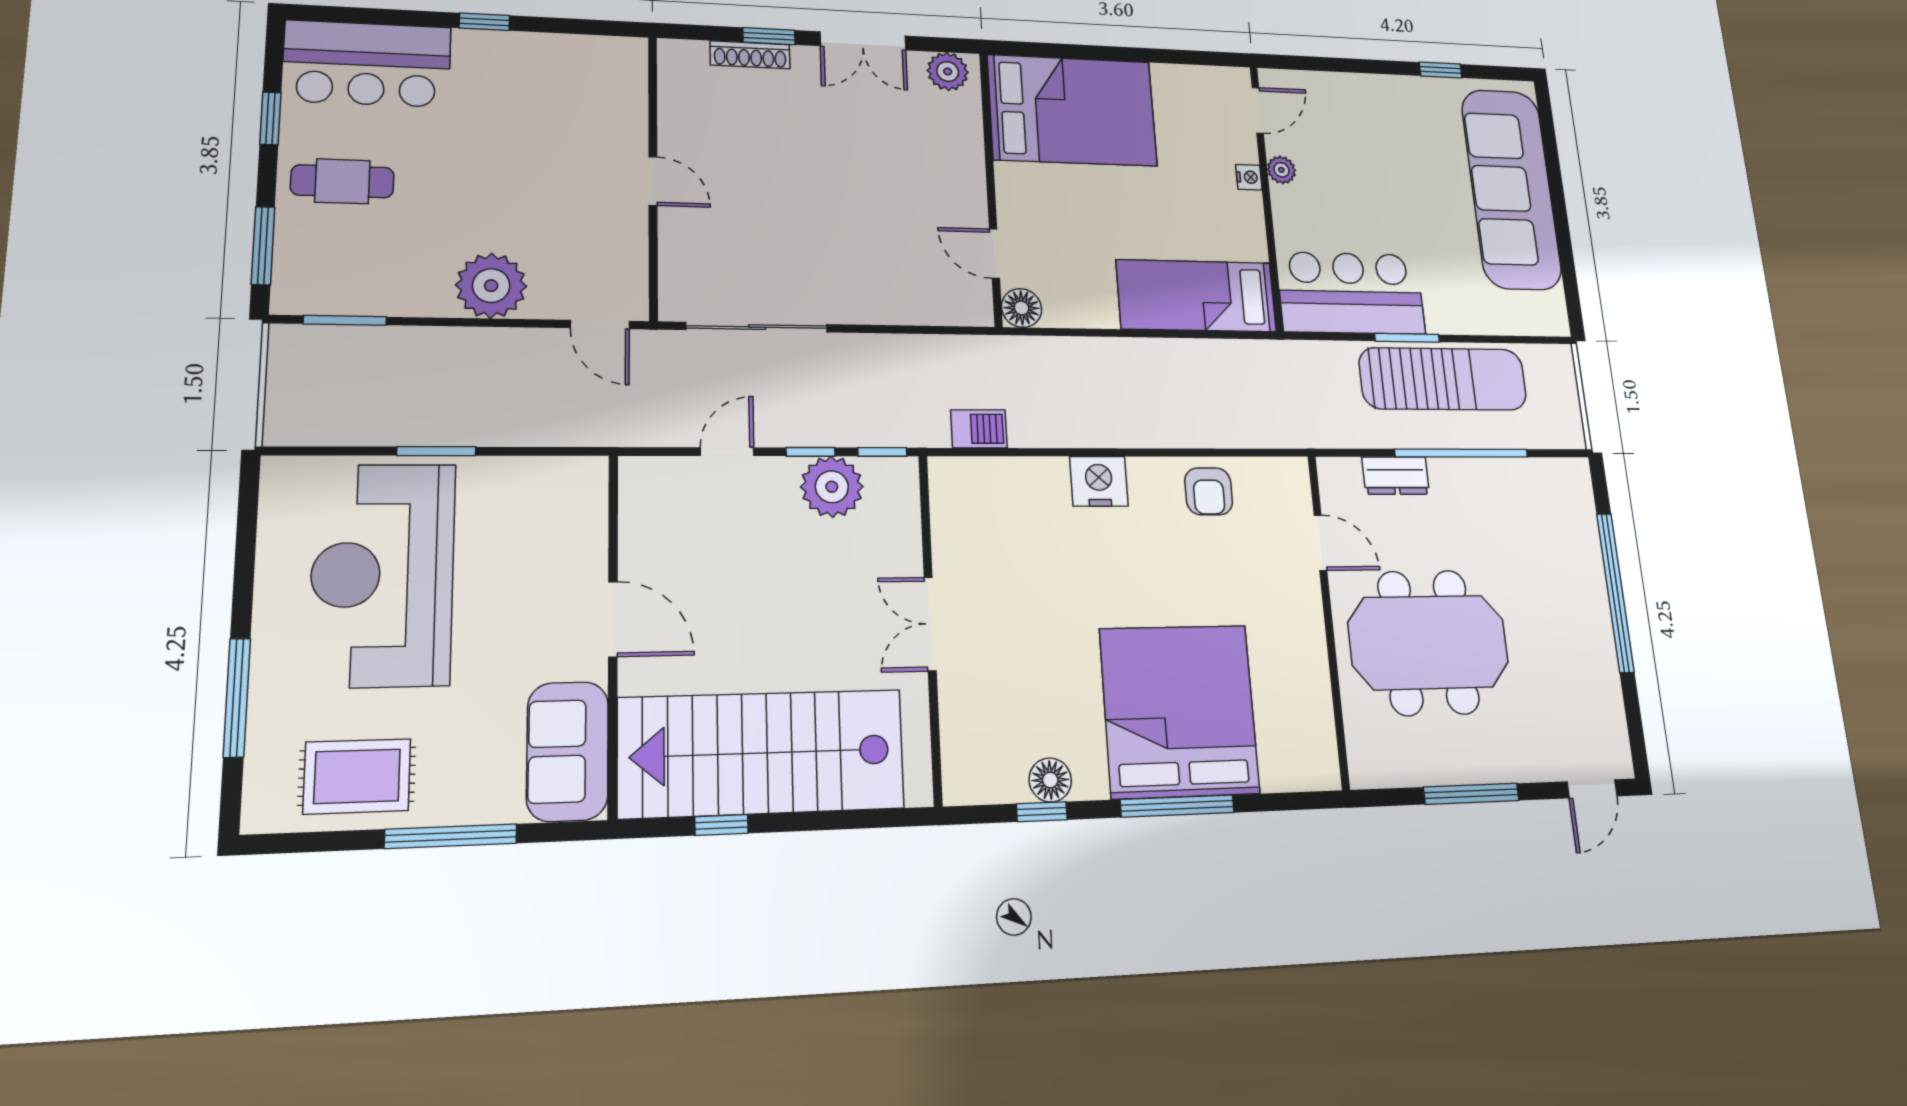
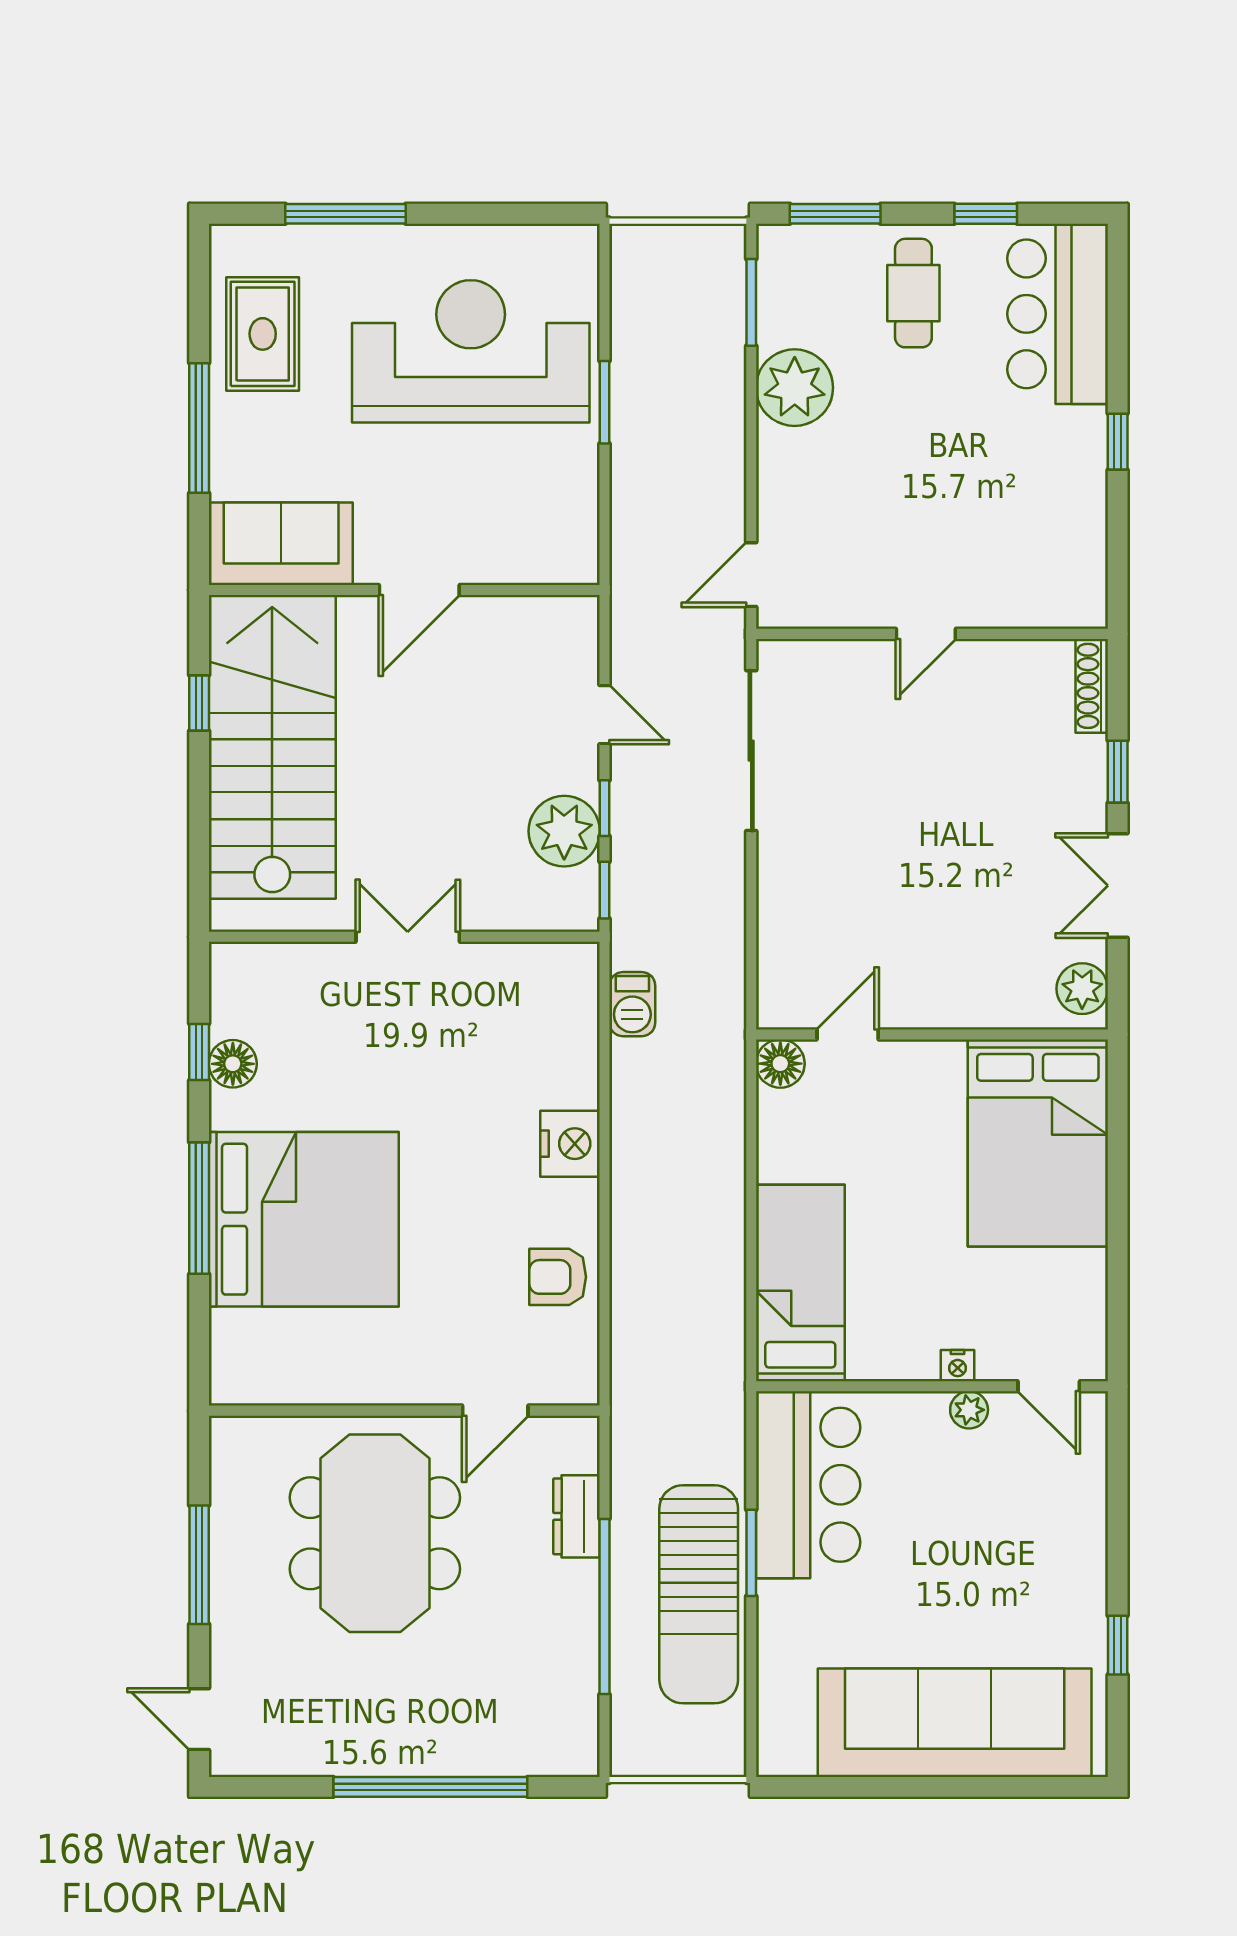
shoe rack: (750, 55) -> (1092, 686), moved
plant: (491, 286) -> (795, 388), moved

